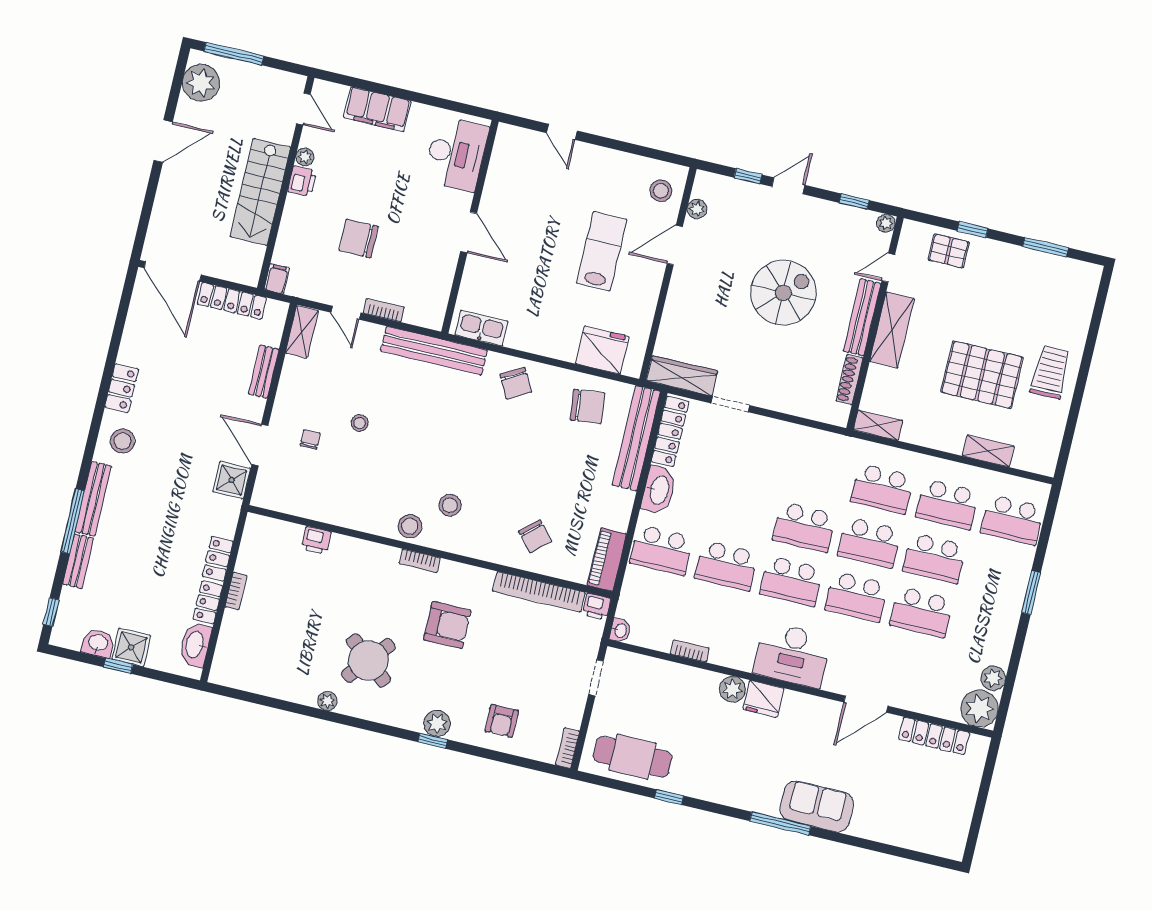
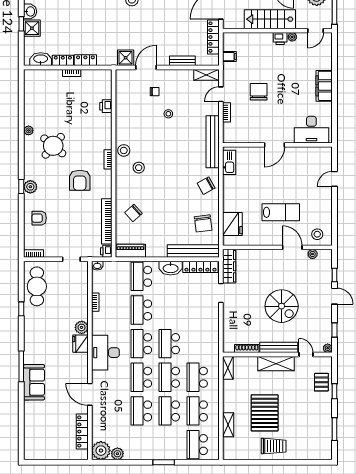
door: (303, 109) -> (316, 31), moved
plant: (305, 157) -> (292, 37), moved
printer: (302, 181) -> (280, 38), moved
wall: (286, 183) -> (277, 31), moved
stairs: (260, 192) -> (270, 19), moved

